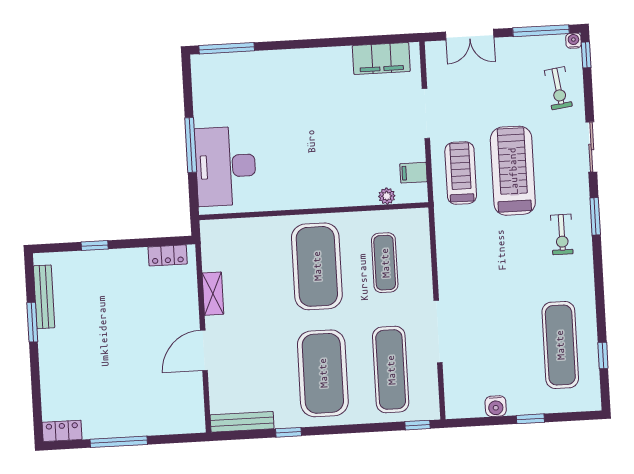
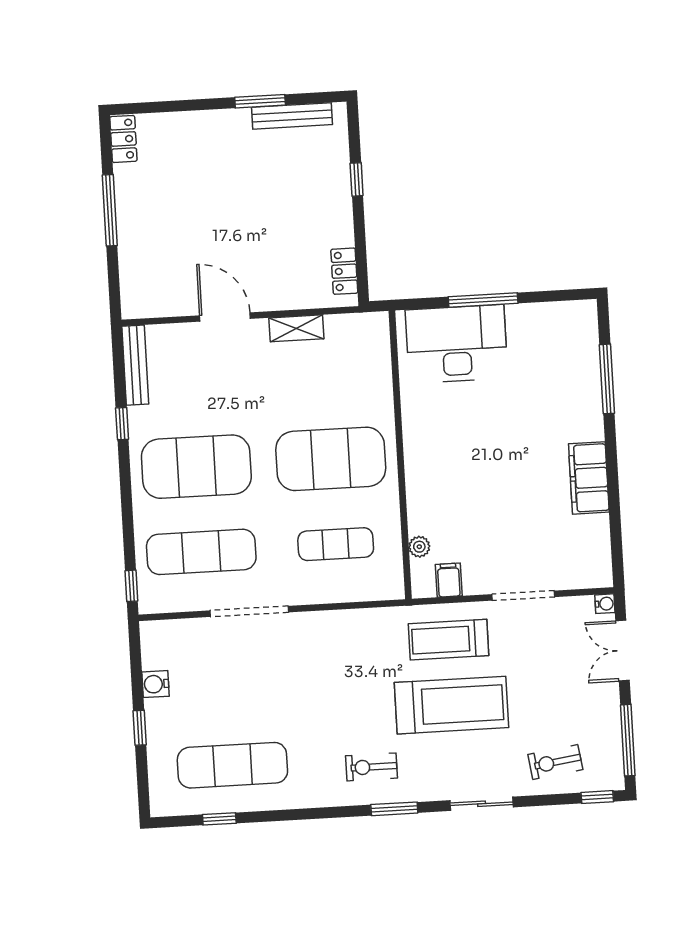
water cooler: (573, 41) -> (605, 604), moved
window: (227, 48) -> (607, 379), moved
filing cabinet: (381, 58) -> (589, 478), moved
treadmill: (461, 173) -> (449, 640), turned 180

